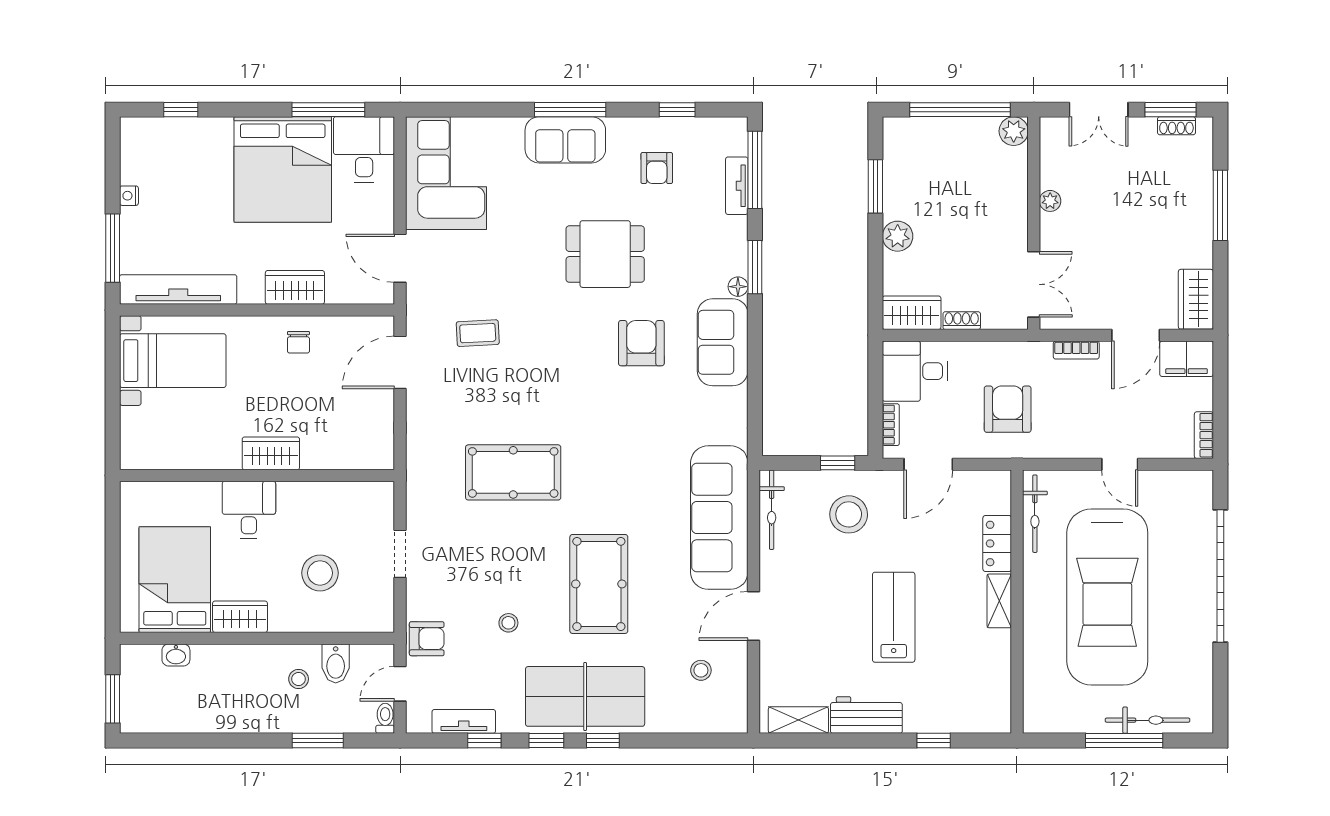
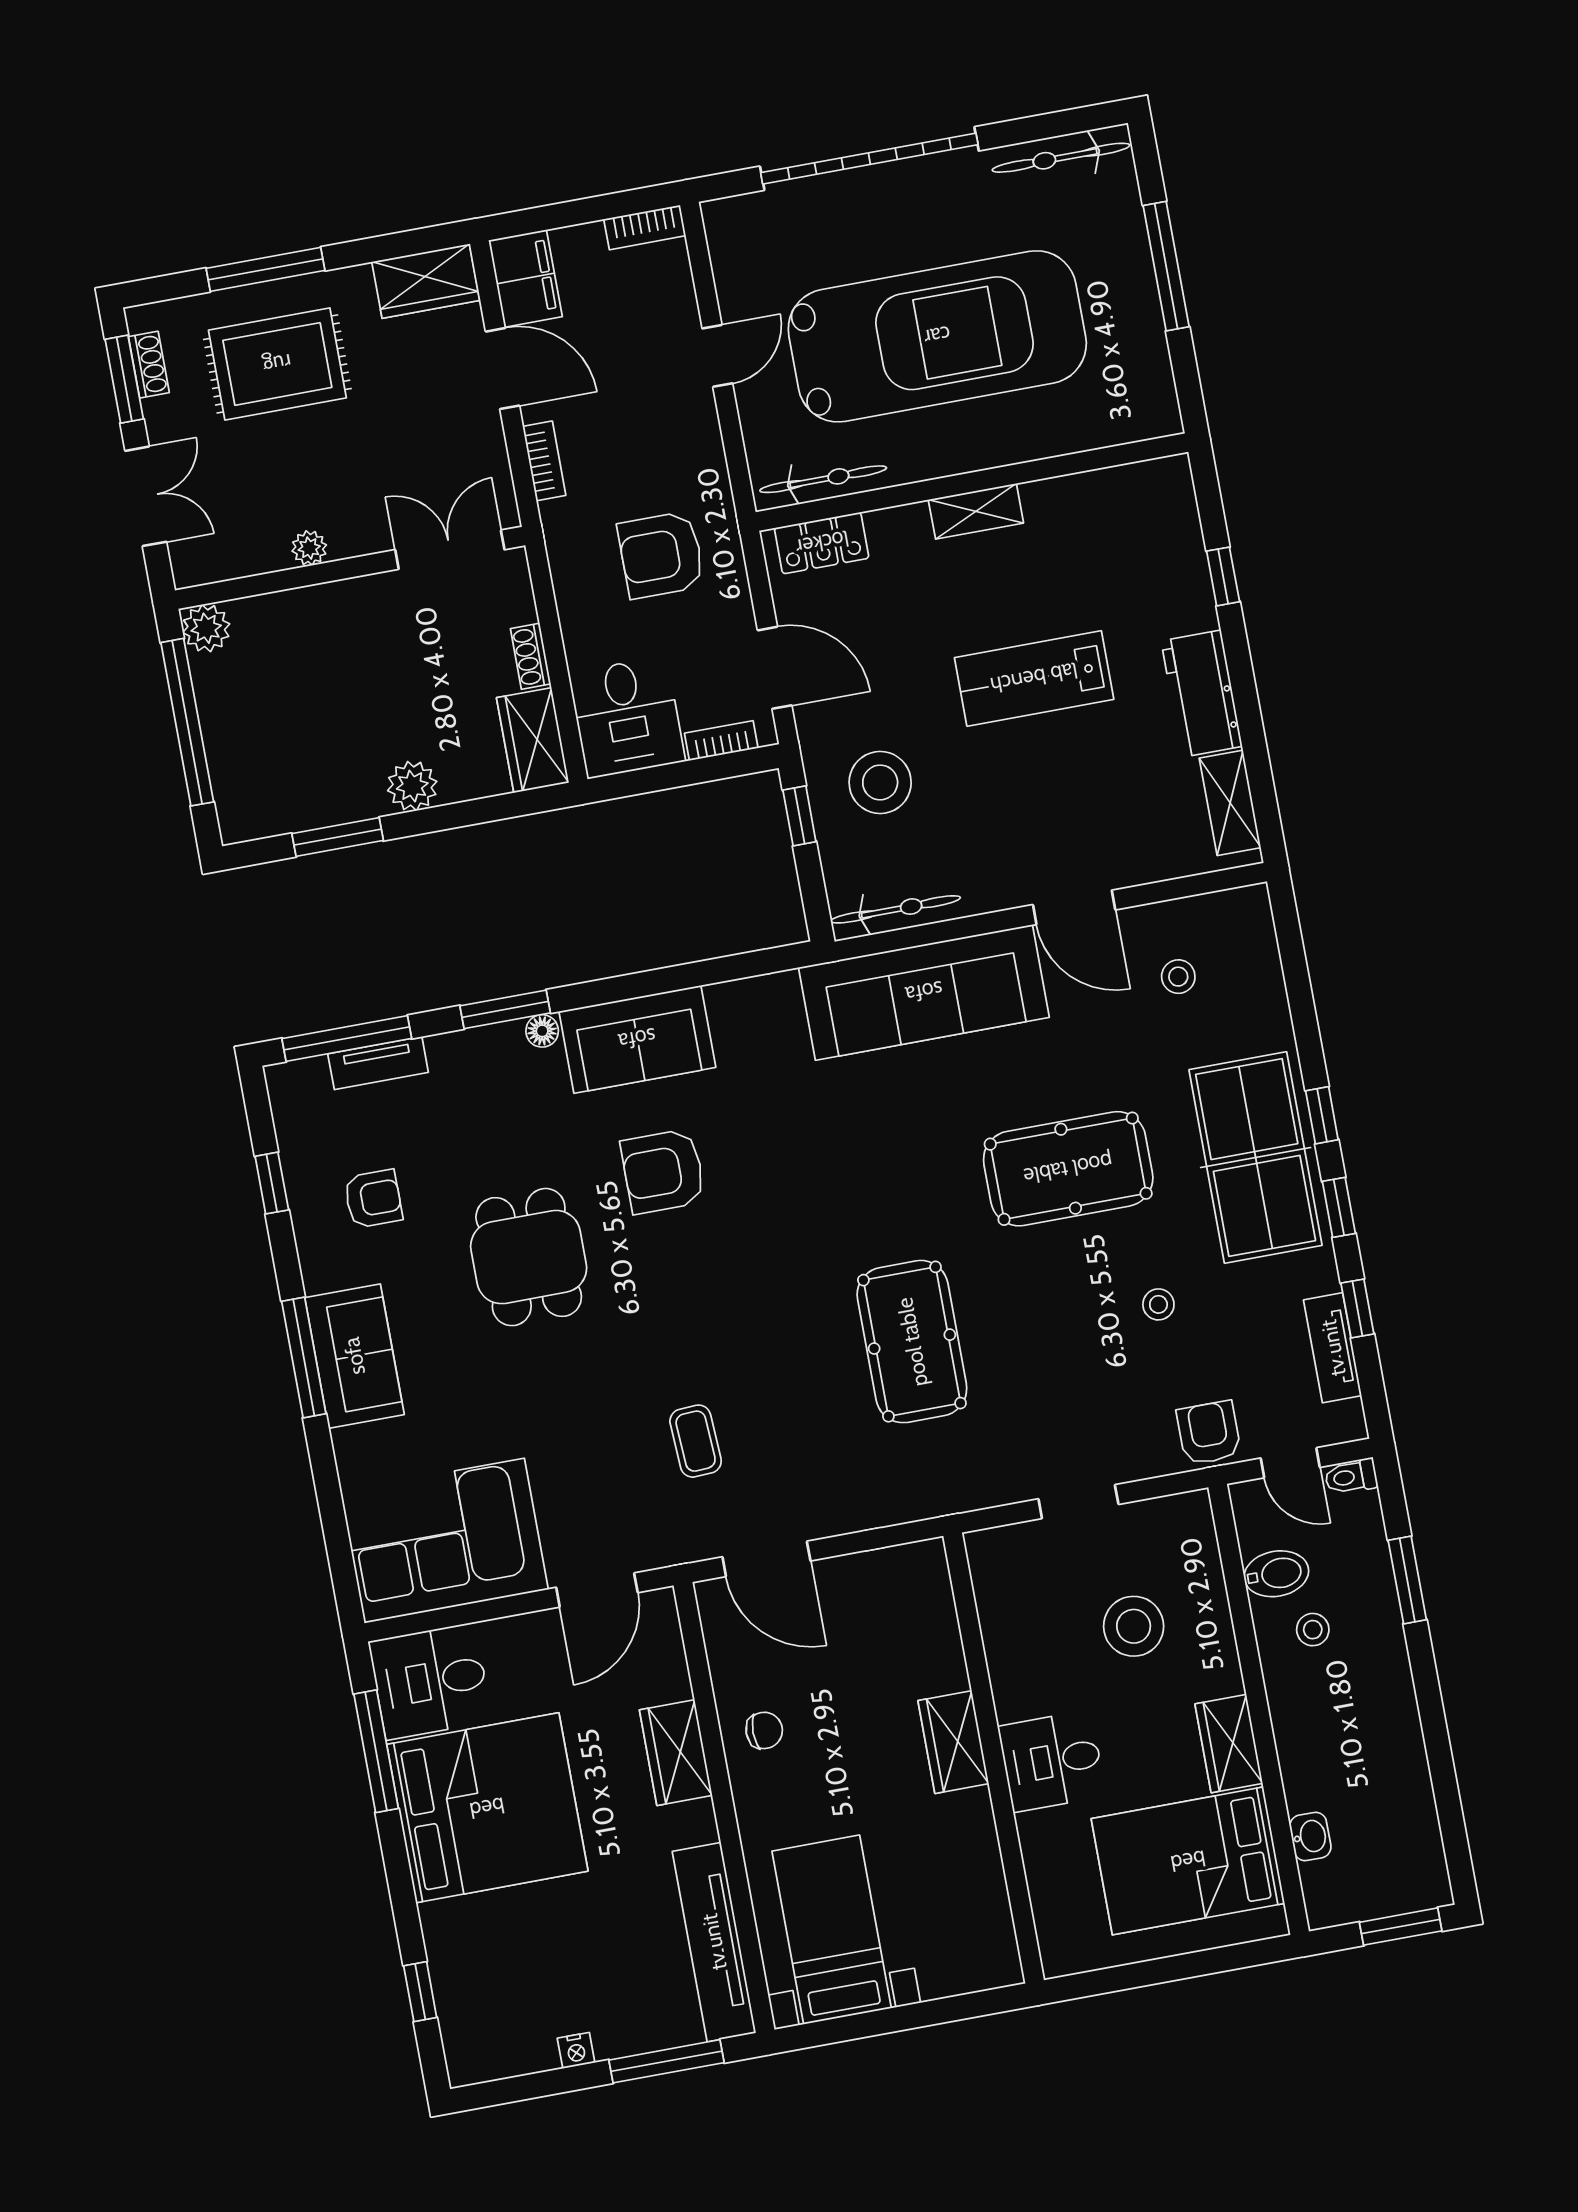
rug: (1163, 202) -> (277, 364), added
locker: (997, 543) -> (822, 543), moved
bicycle: (1147, 720) -> (1061, 158), moved, turned -90

